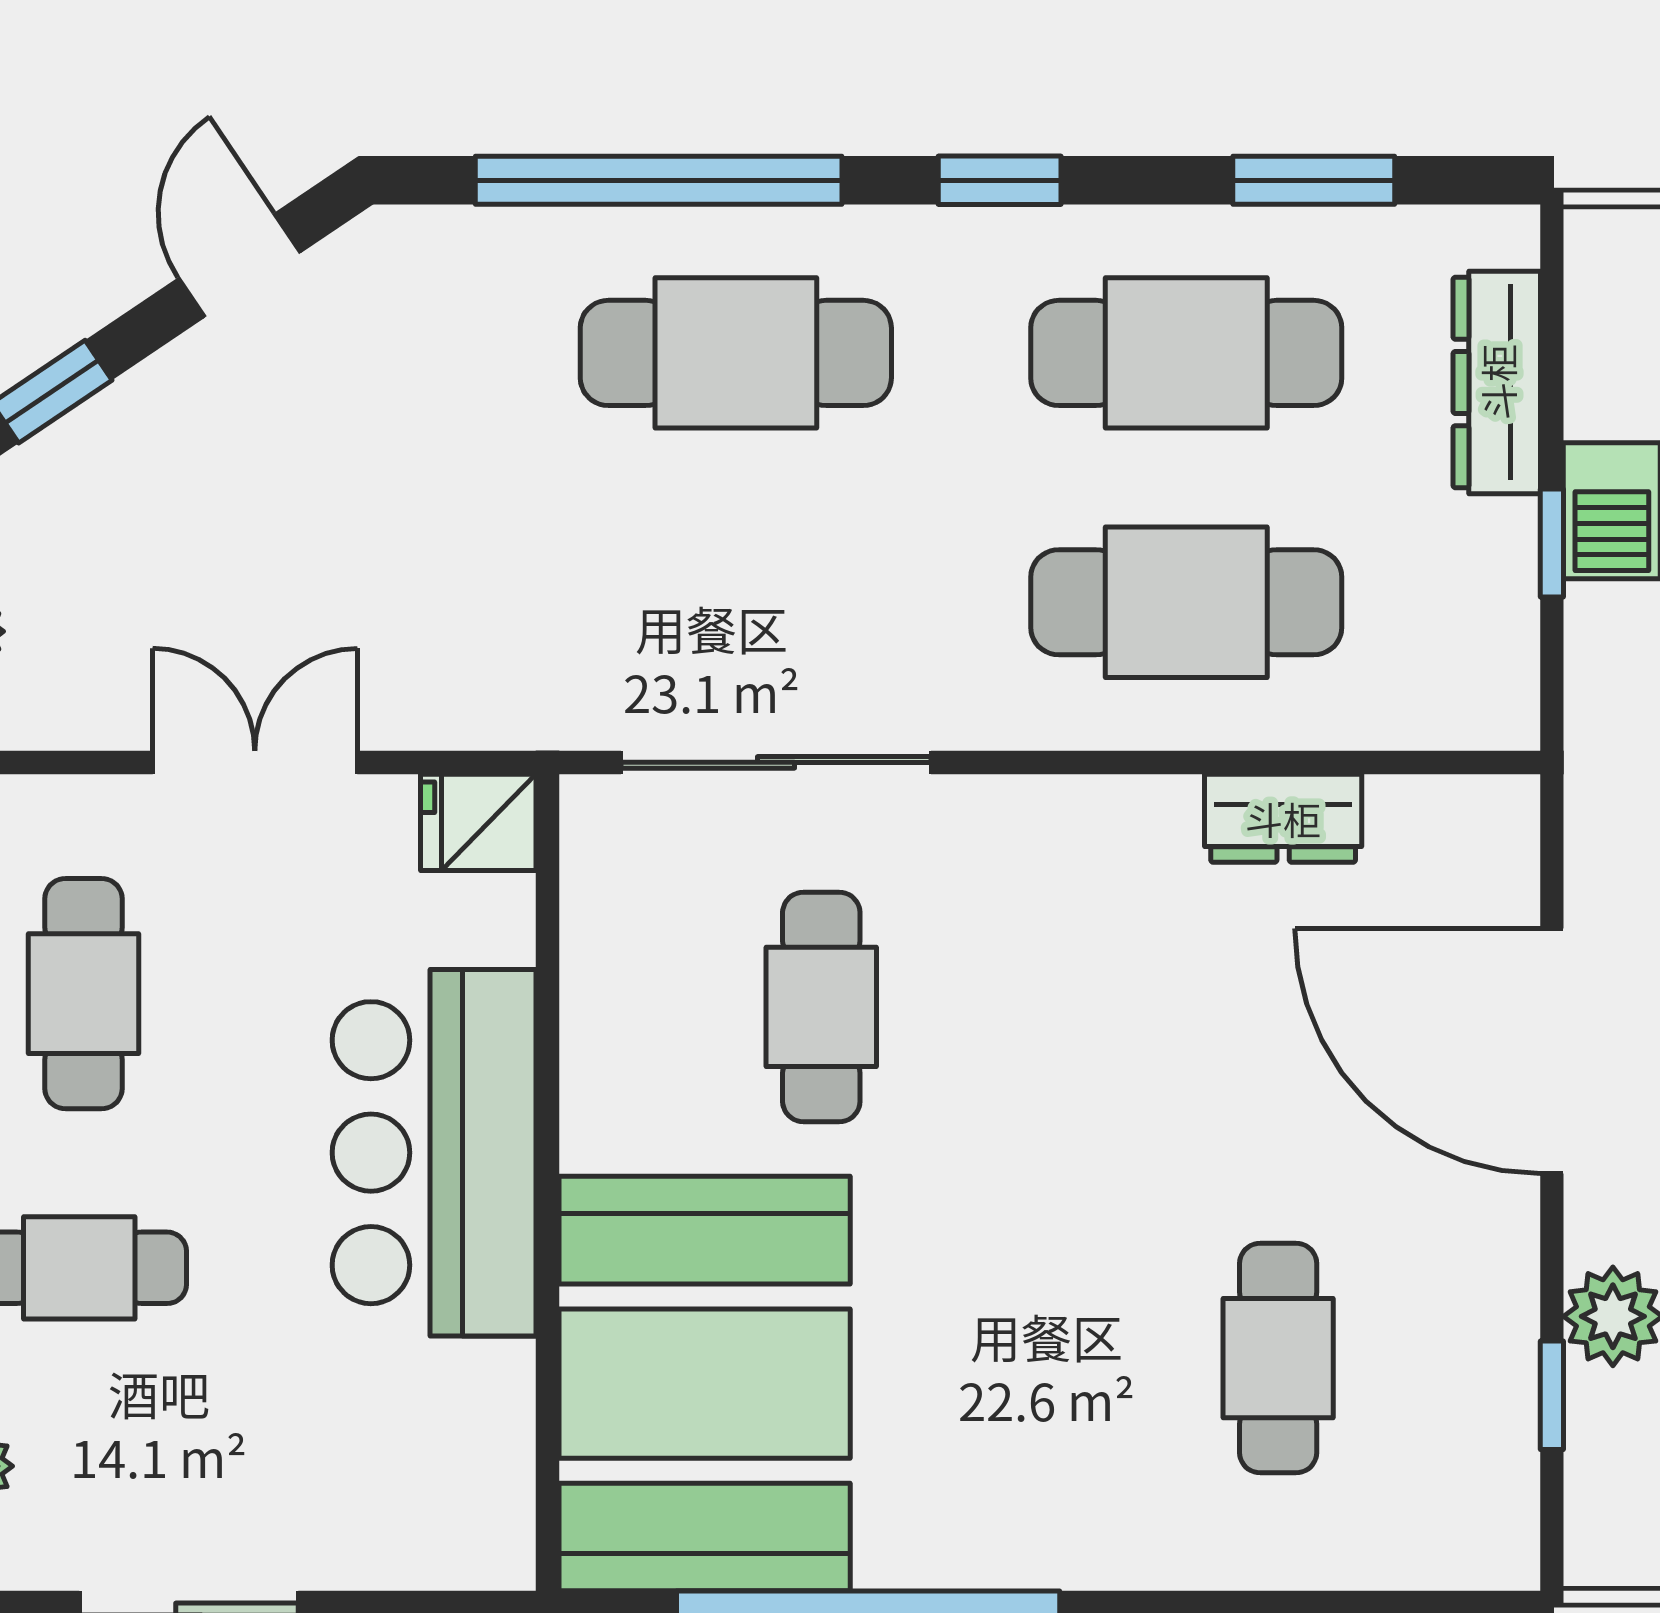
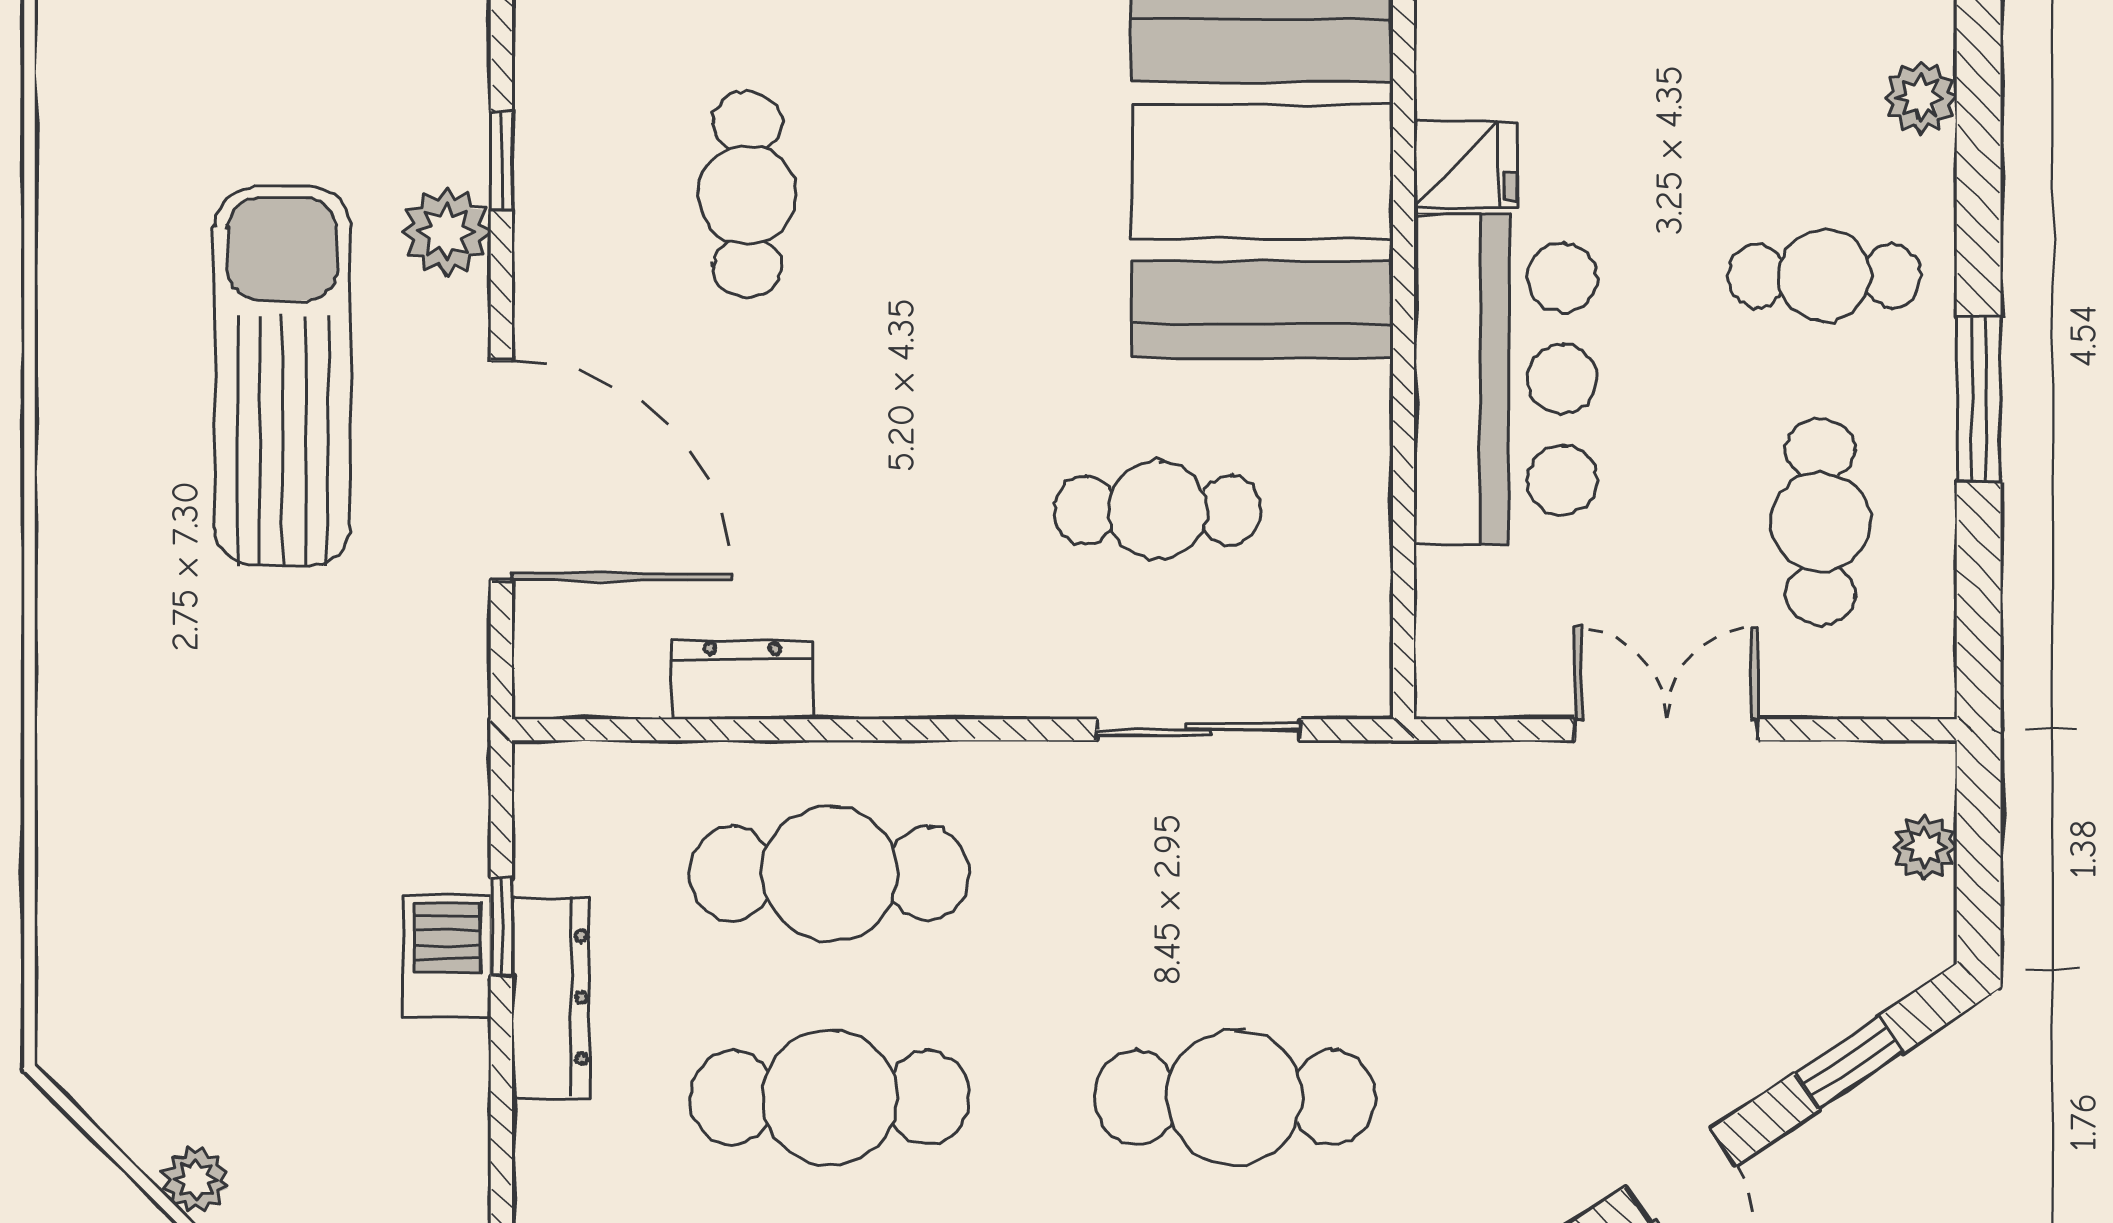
dresser: (1497, 382) -> (551, 997), moved
double door: (255, 762) -> (1666, 730), swing flipped
sliding door: (776, 762) -> (1198, 730), width x0.73
fridge: (478, 822) -> (1466, 164), moved
cafe table: (821, 1007) -> (1158, 510), turned 90

